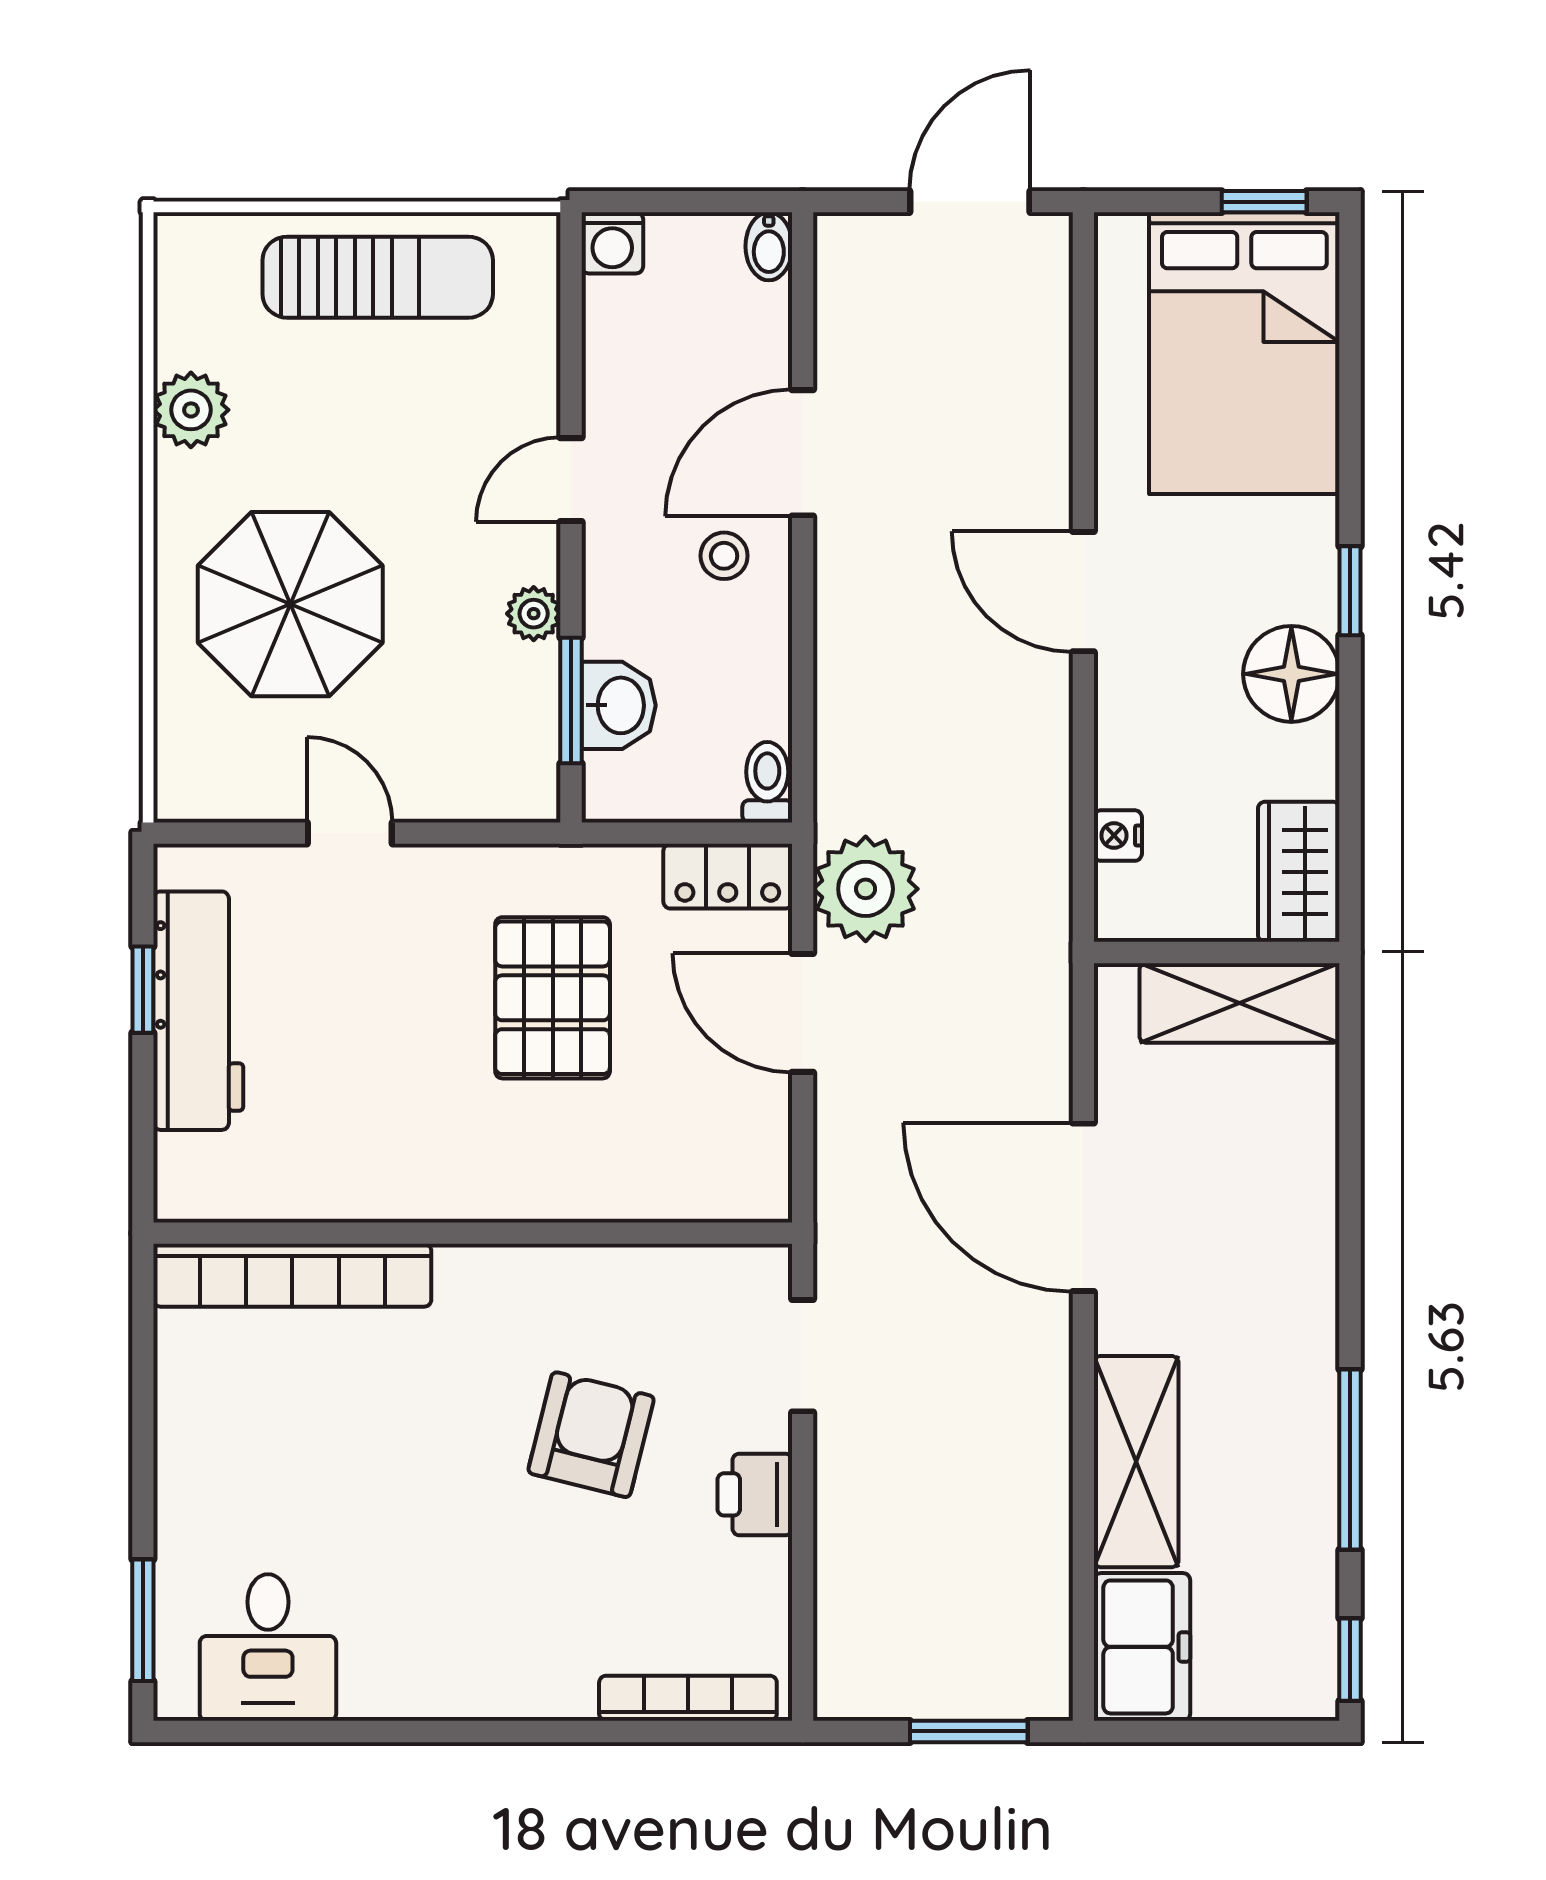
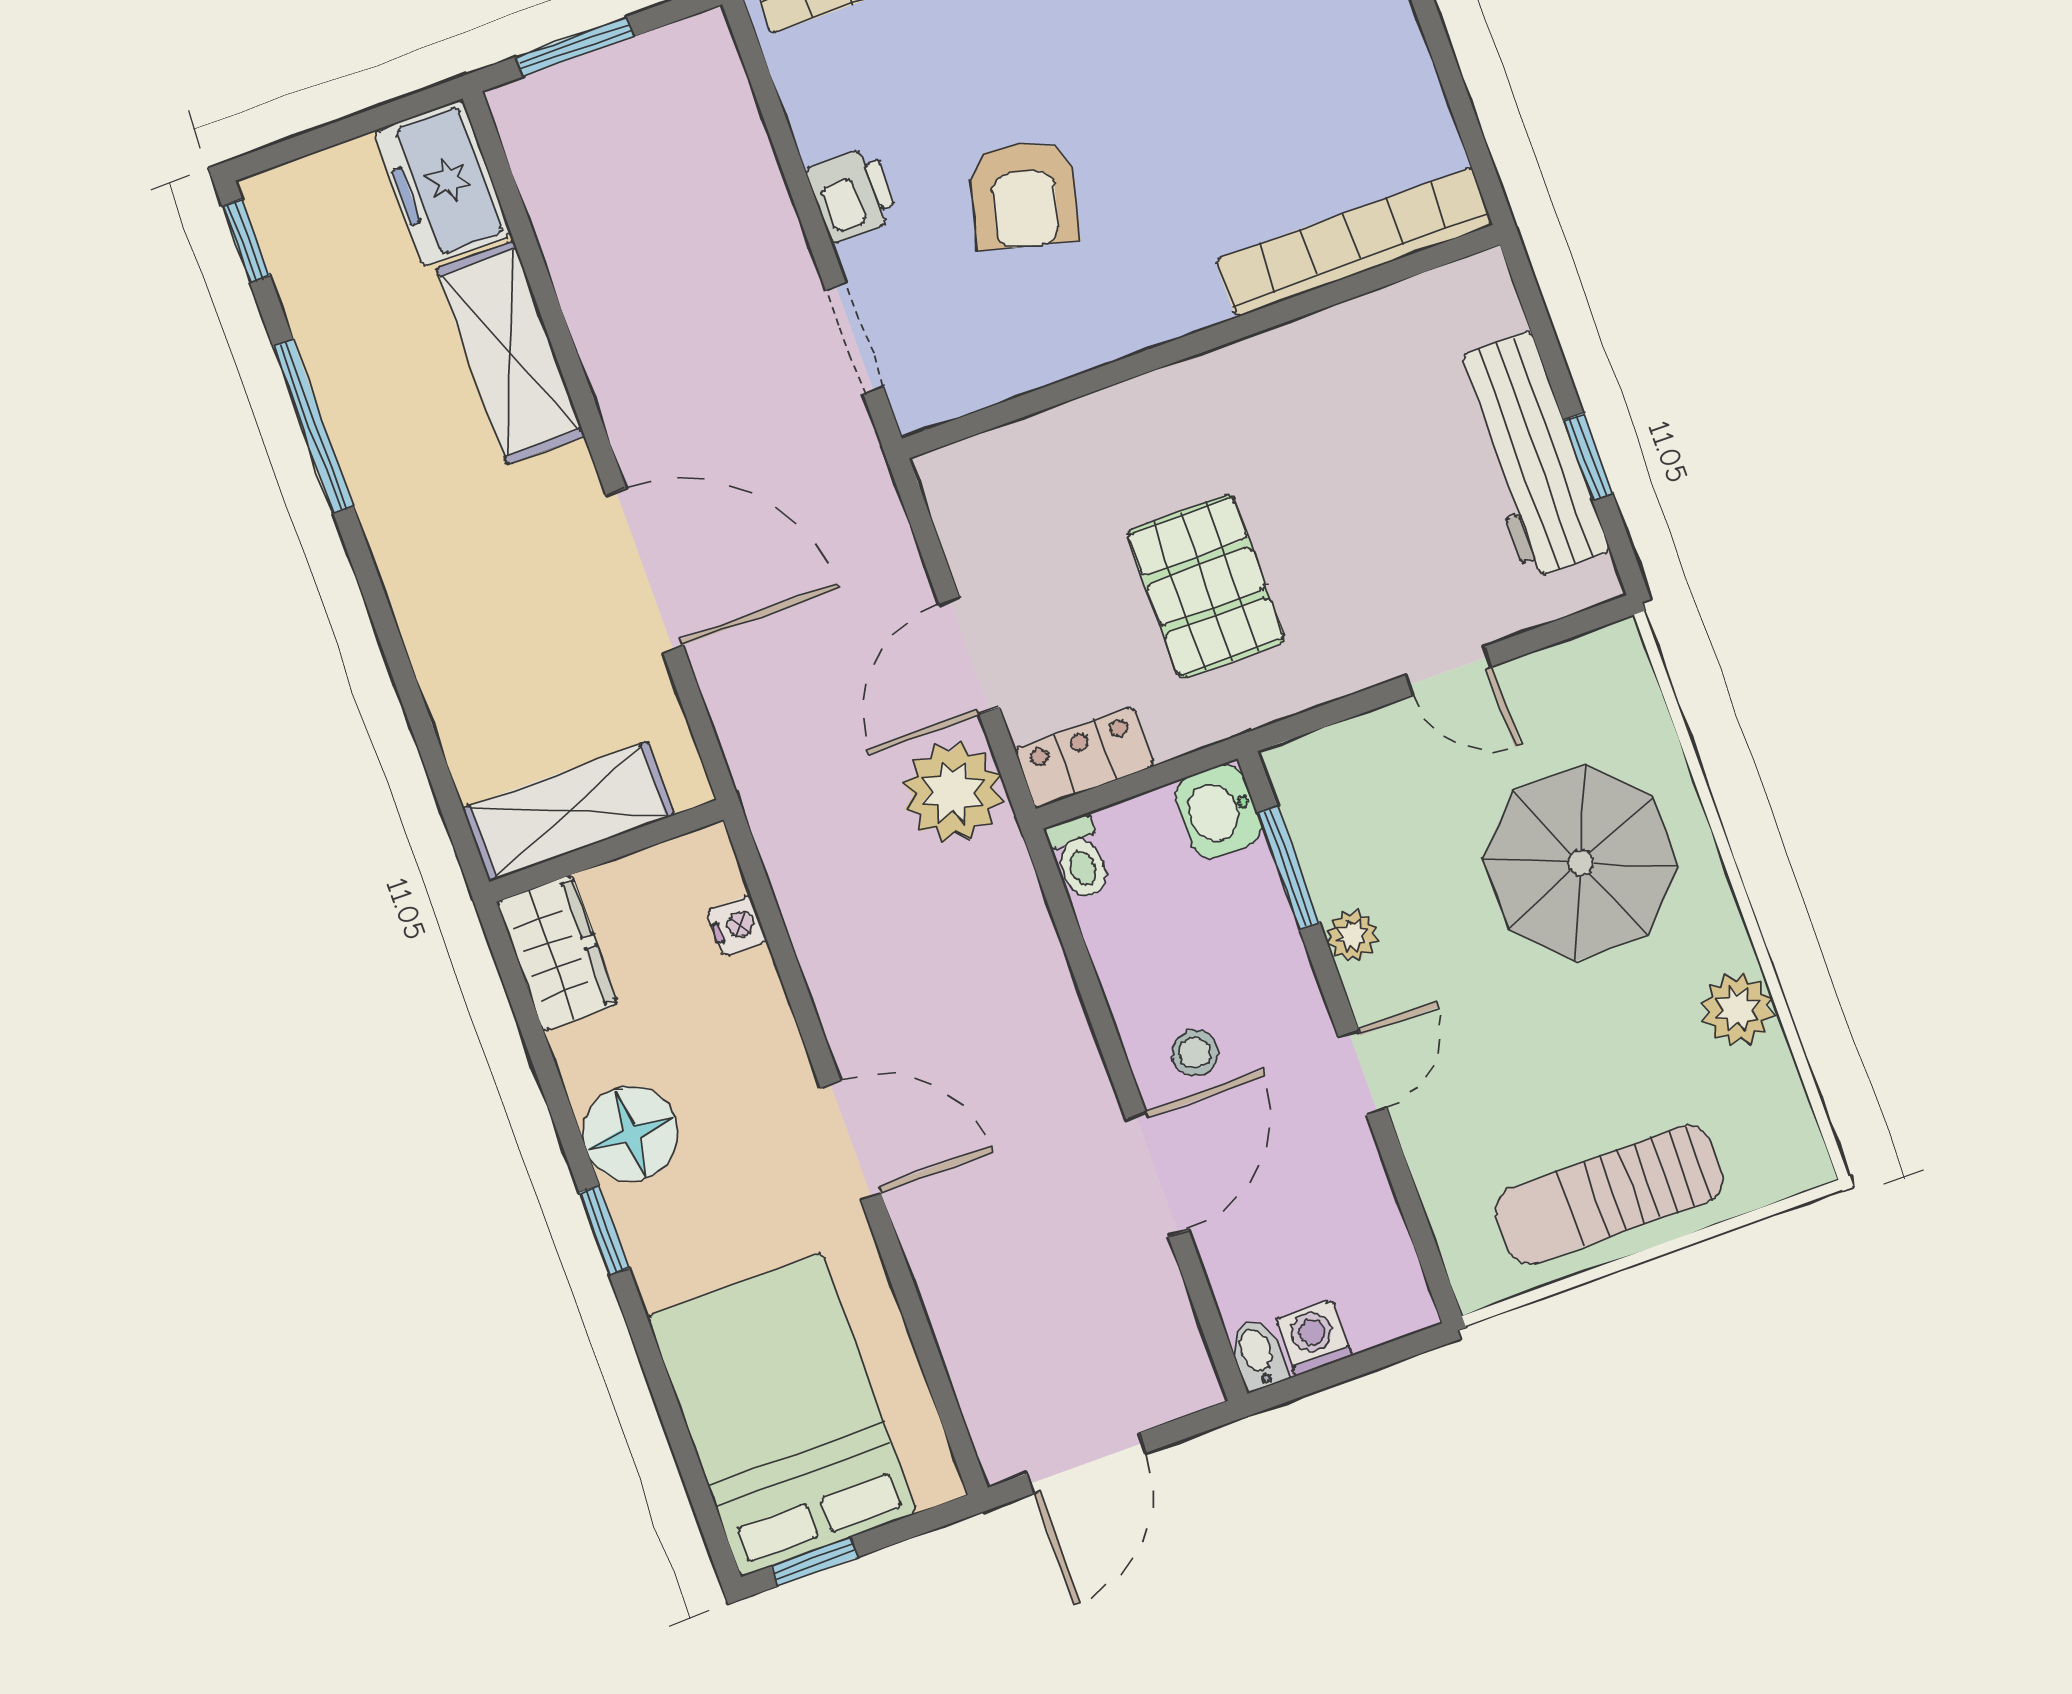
washing machine: (612, 243) -> (1314, 1338), moved
washbasin: (619, 705) -> (1218, 811), moved
door: (803, 1013) -> (969, 656), swing flipped

